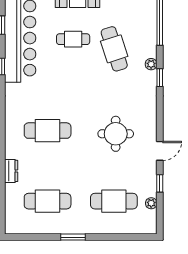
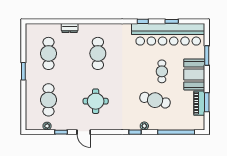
cafe table: (114, 49) -> (155, 100), turned 33

